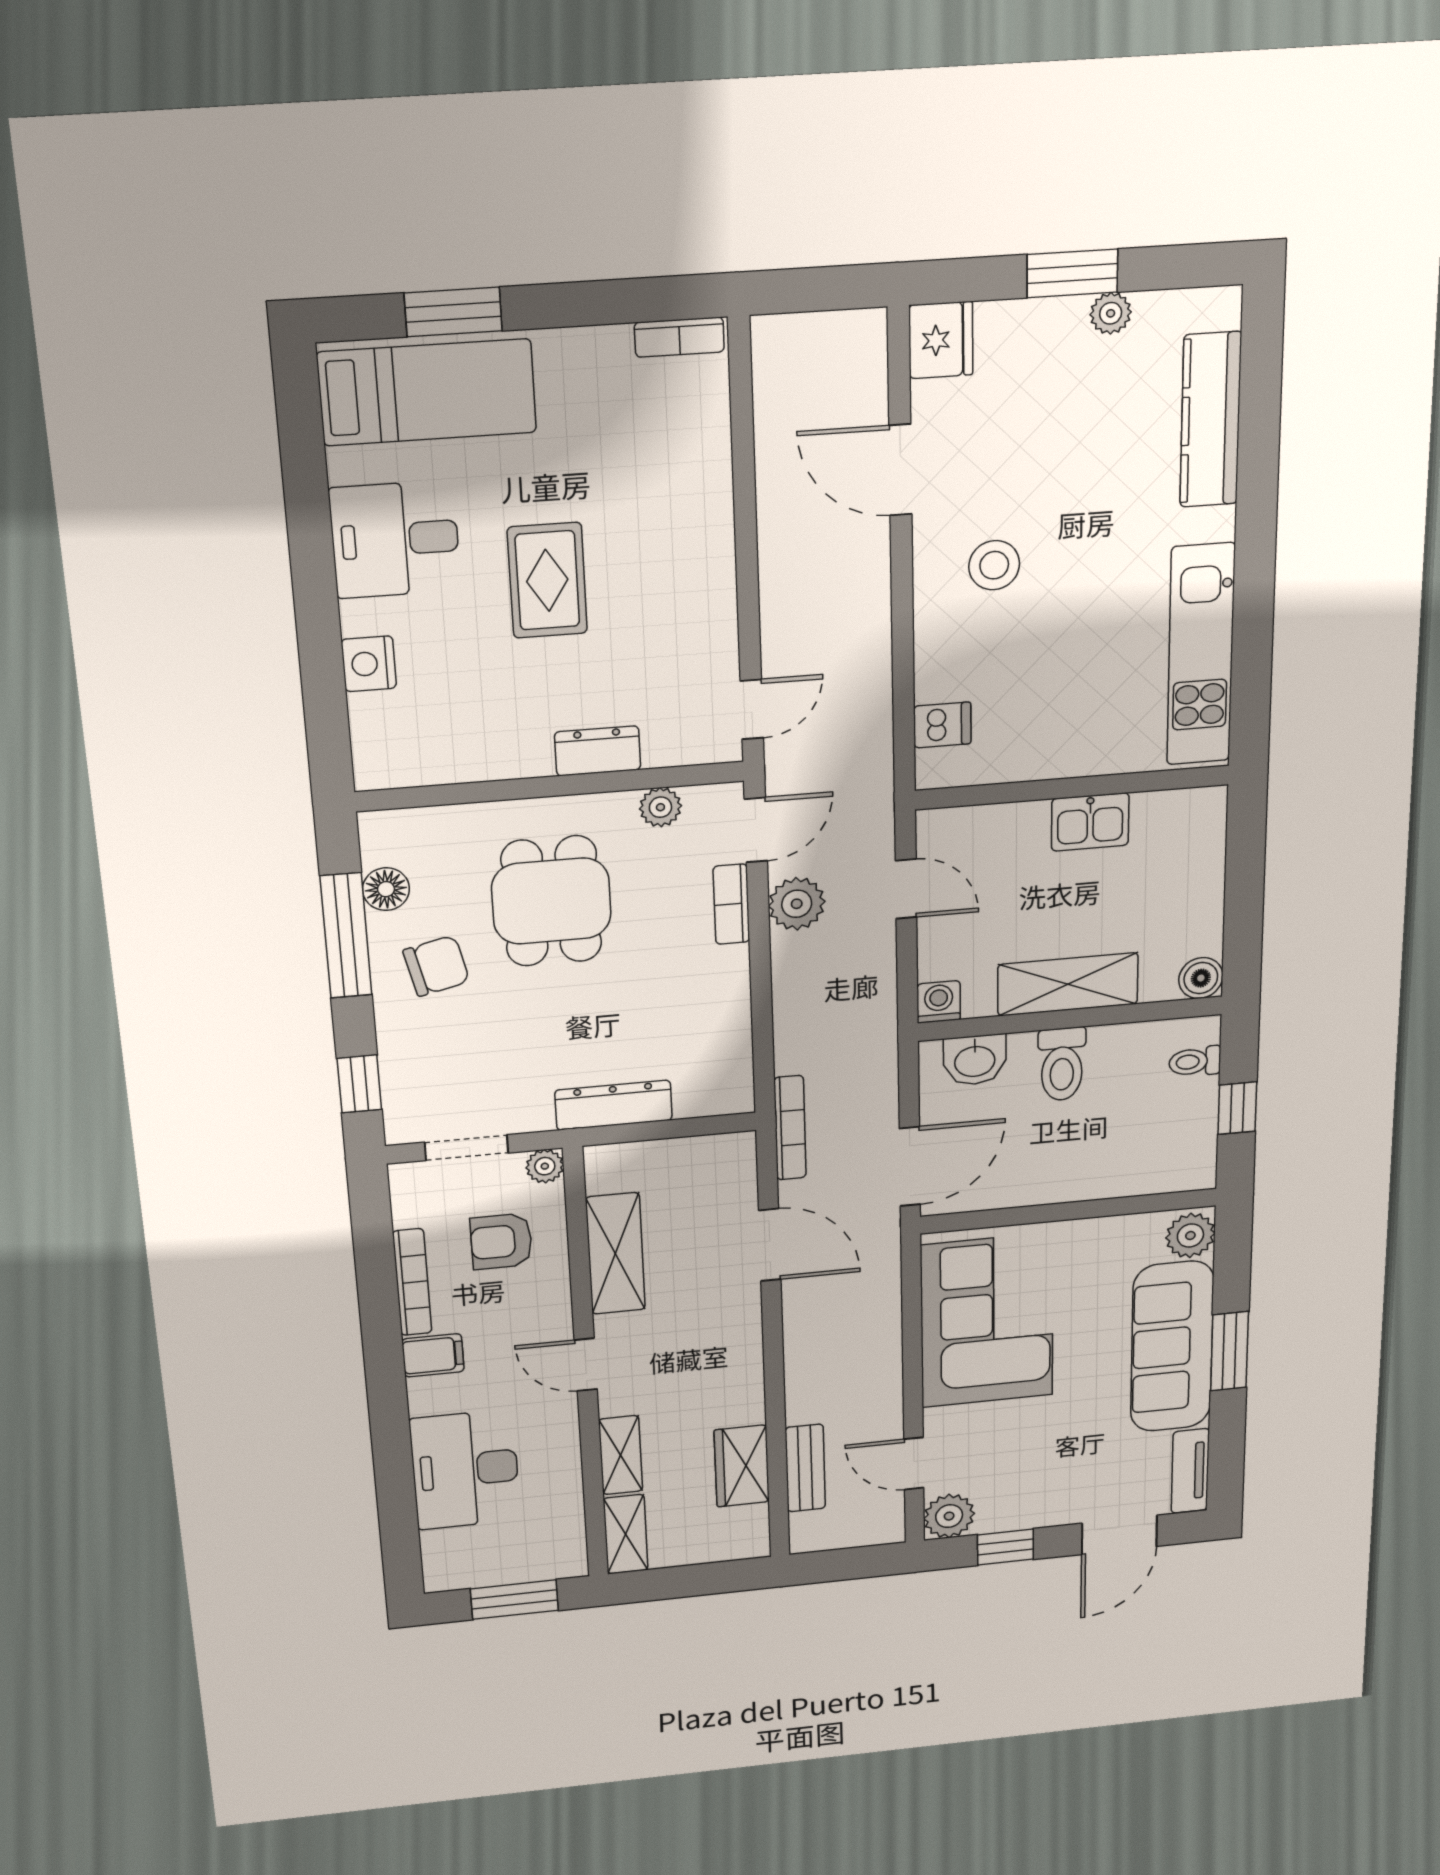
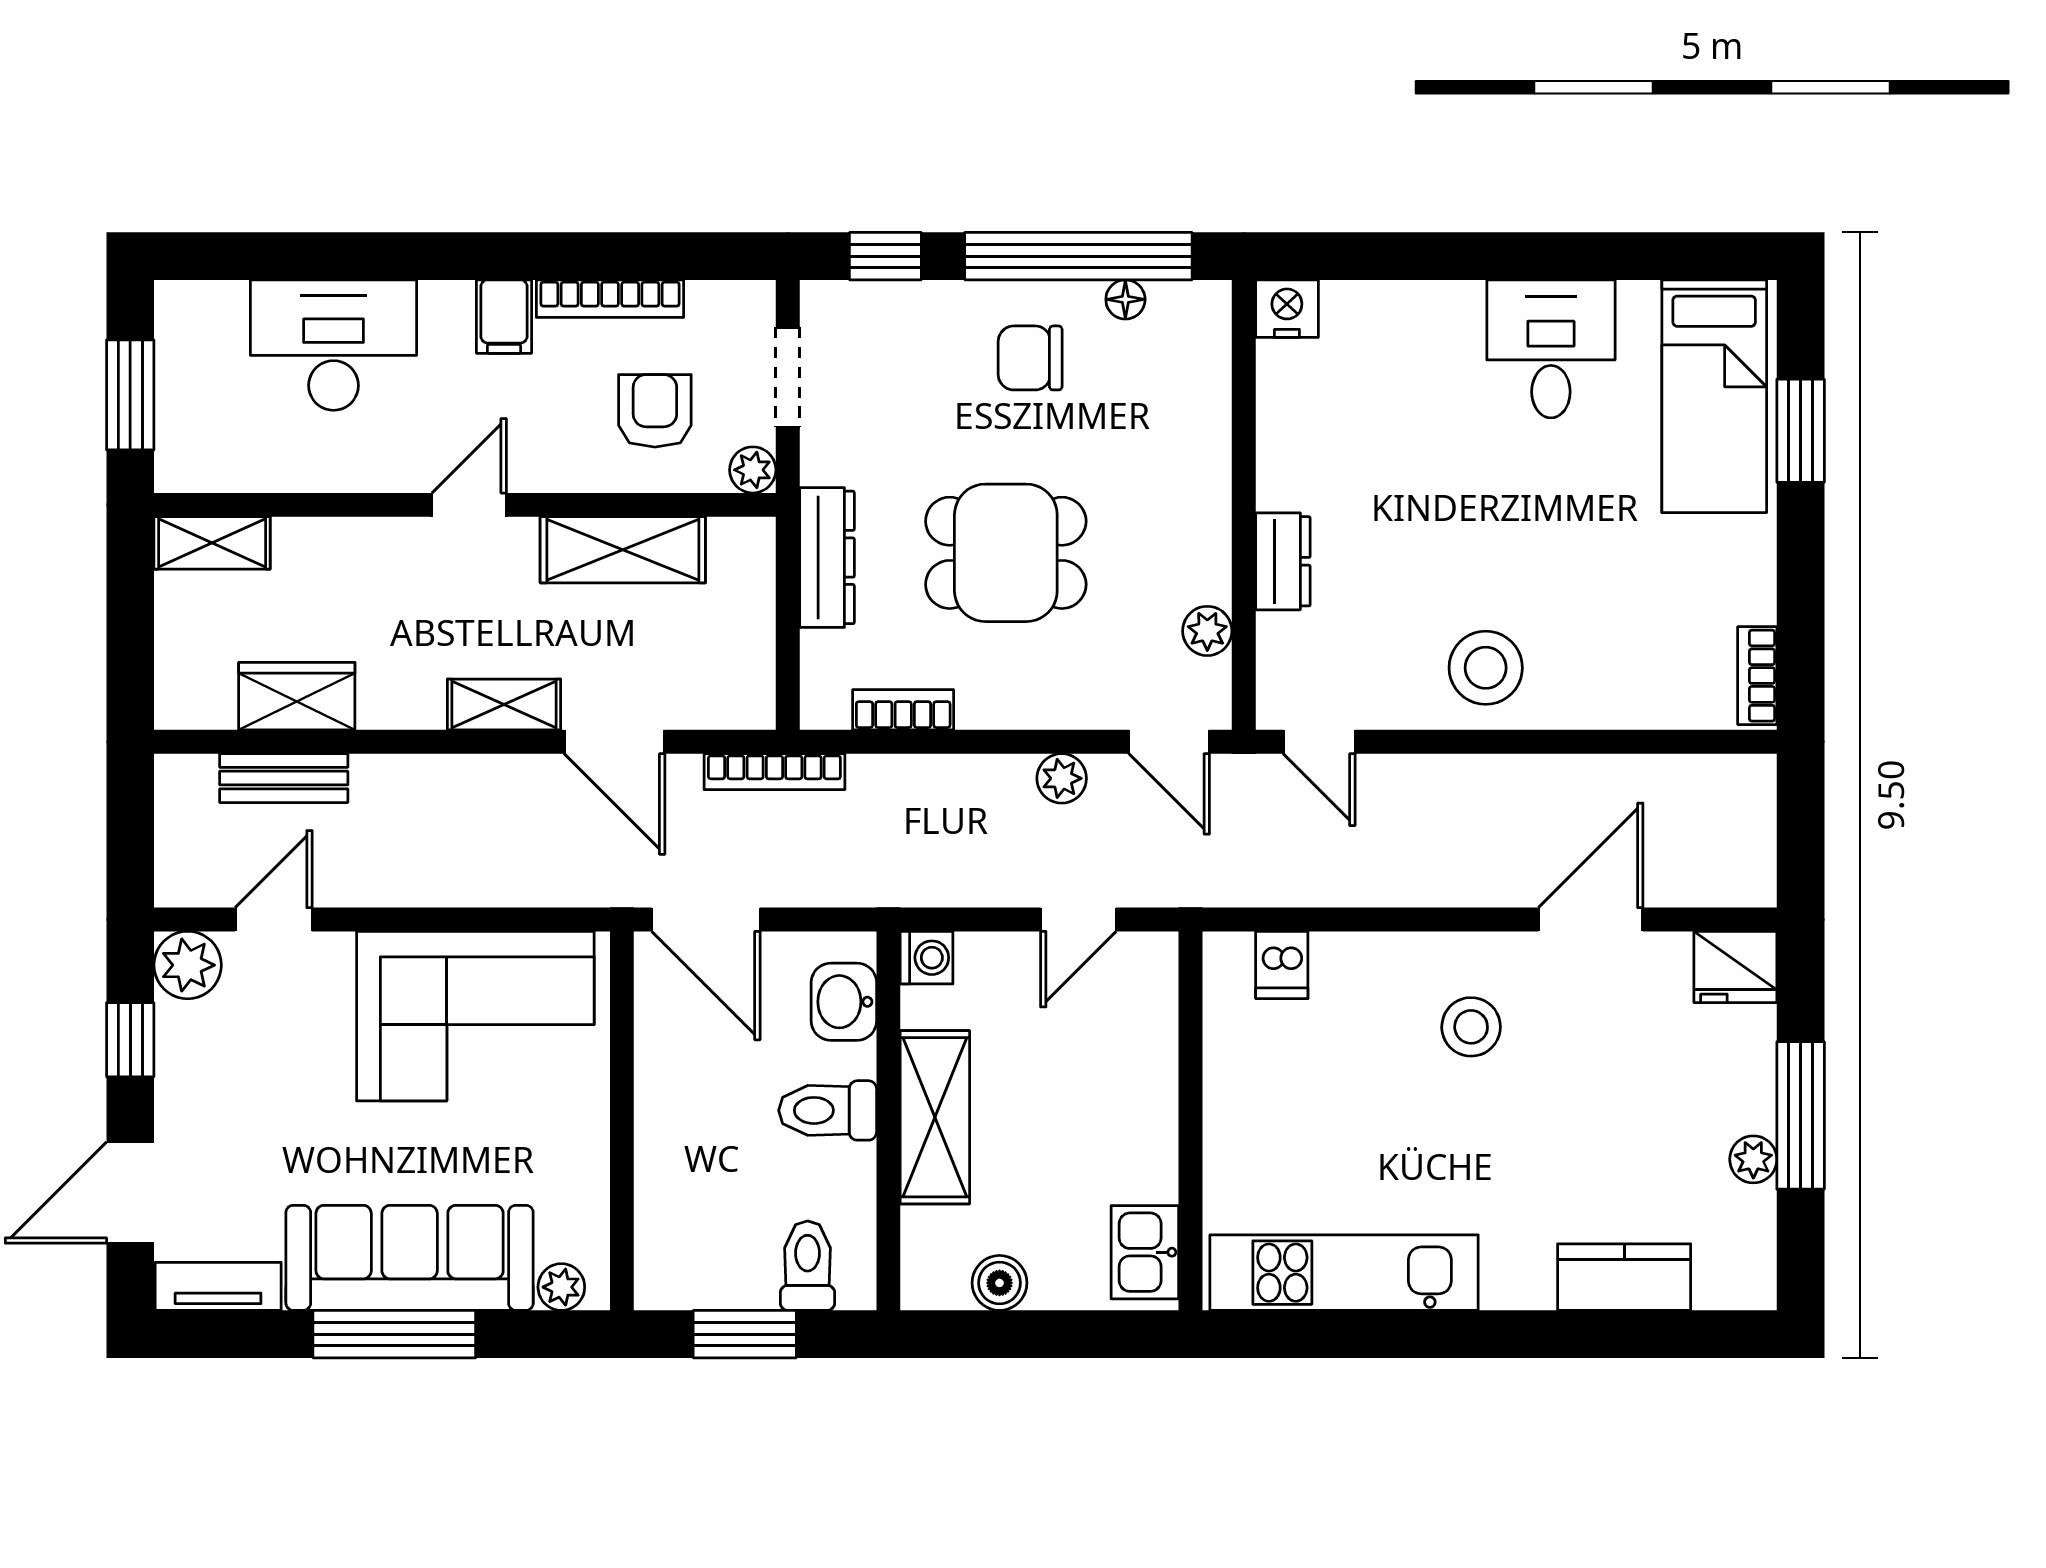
window: (1072, 273) -> (1801, 1115), width x1.44
kitchen counter: (1211, 420) -> (1624, 1277), width x0.67
stool: (682, 575) -> (1486, 668), added
rug: (547, 580) -> (1491, 515), removed
nightstand: (369, 664) -> (1287, 309), moved
kitchen sink: (1090, 822) -> (1145, 1252), moved
floor lamp: (386, 889) -> (1125, 299), width x0.73, depth x0.73
dining table: (551, 901) -> (1006, 553), moved
bookcase: (731, 904) -> (903, 710), moved
plant: (797, 904) -> (1062, 778), width x0.73, depth x0.73
window: (346, 936) -> (1078, 256), width x1.46
chair: (436, 966) -> (1030, 358), turned 103
boiler: (1201, 978) -> (1000, 1283), moved
toilet: (1195, 1062) -> (808, 1266), width x1.37, depth x1.39
window: (1237, 1108) -> (745, 1334), width x1.50
plant: (1190, 1236) -> (561, 1287), width x0.73, depth x0.73
door: (770, 1245) -> (614, 742), hinge flipped
window: (1230, 1351) -> (394, 1334), width x1.44
shelving: (621, 1455) -> (504, 704), moved
door: (1119, 1535) -> (130, 1193), hinge flipped

